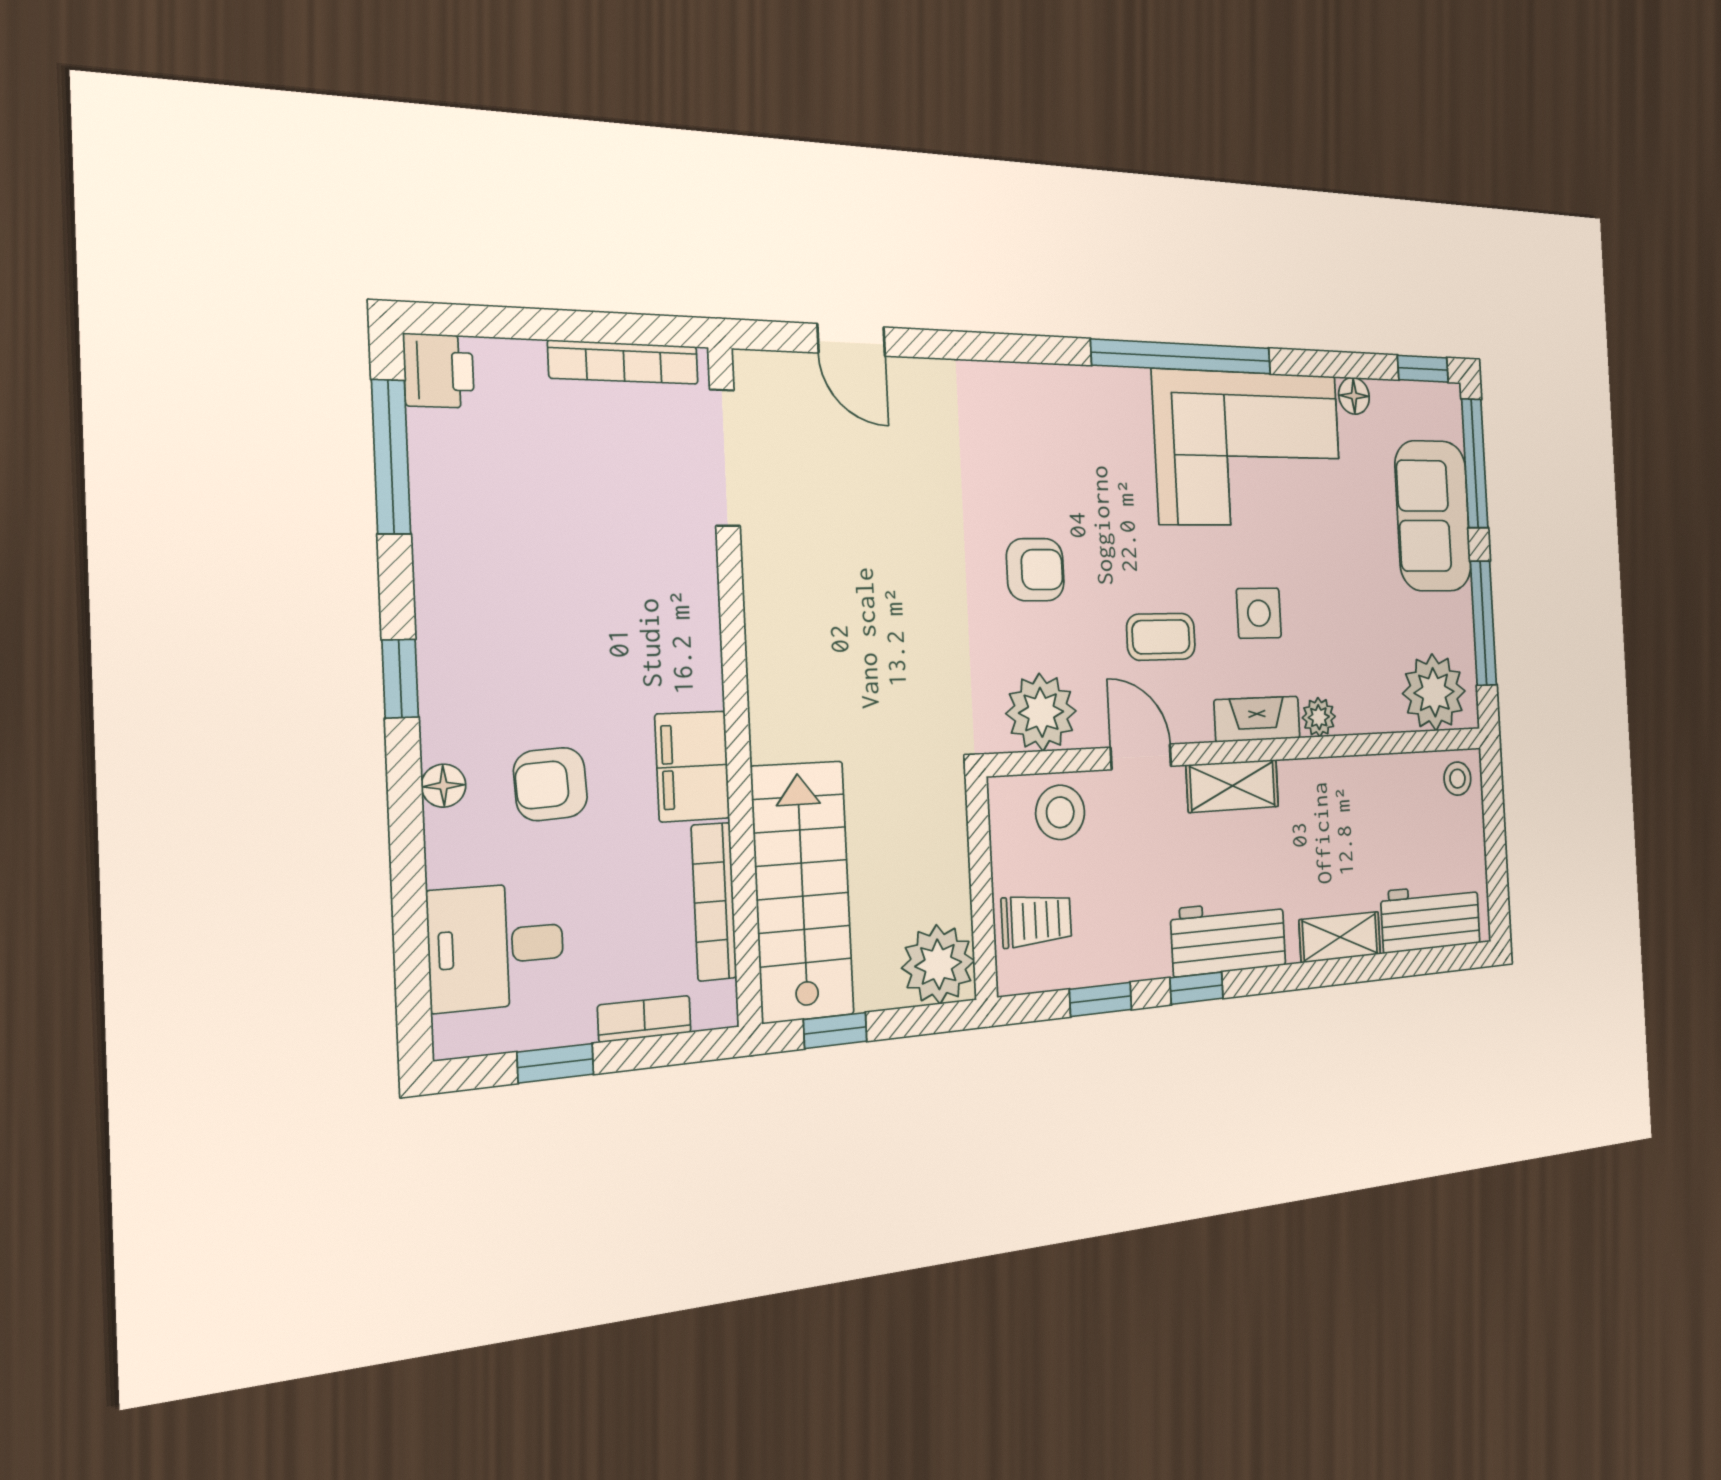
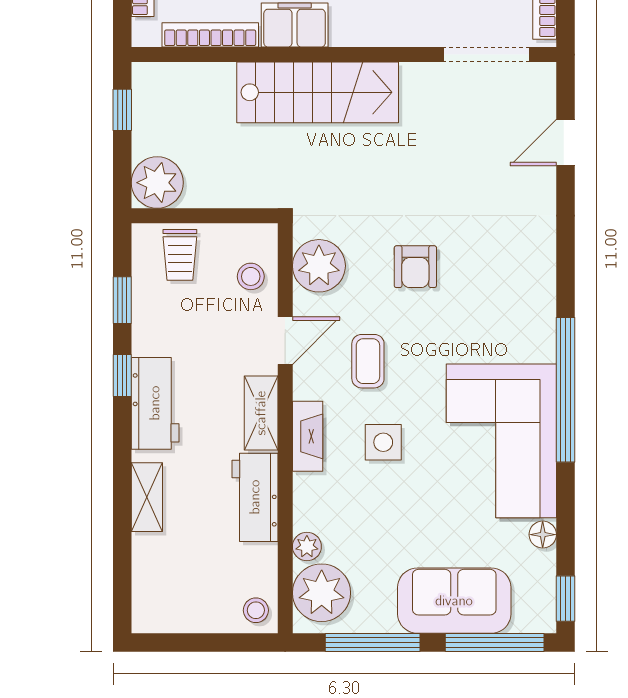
plant: (1319, 717) -> (307, 547), moved
stool: (1060, 812) -> (251, 276), width x0.73, depth x0.73
stairs: (802, 891) -> (318, 92), moved
workbench: (1431, 917) -> (255, 497), moved, turned 180

